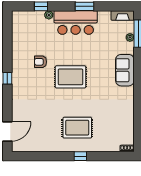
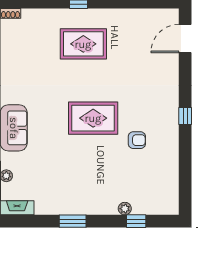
bar counter: (76, 23) -> (86, 197), removed

